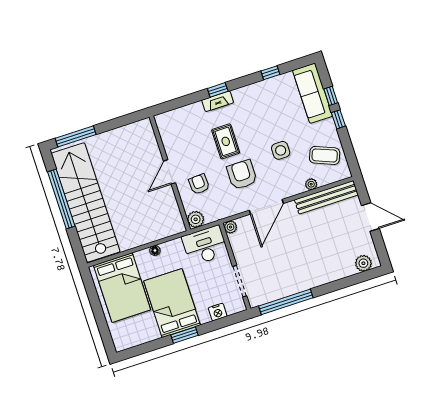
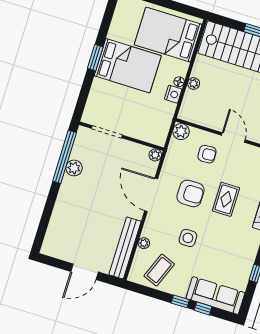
rug: (226, 141) -> (226, 199), turned 90
plant: (148, 237) -> (194, 83), added
desk: (205, 245) -> (155, 124), removed
plant: (363, 263) -> (74, 168), moved
nightstand: (218, 312) -> (173, 94), moved, turned 180

